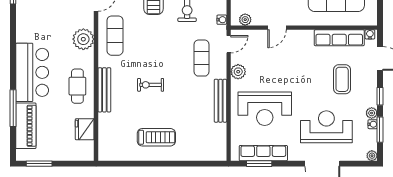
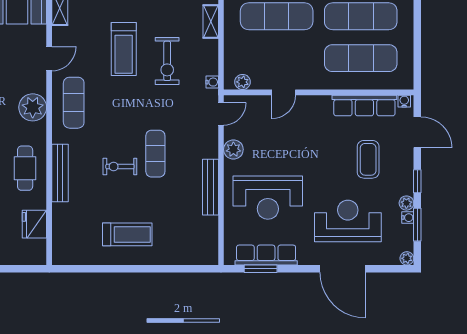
exercise mat: (202, 58) -> (155, 154), moved

